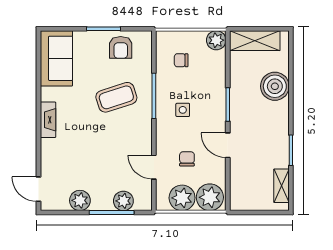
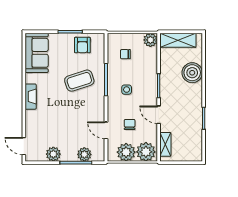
shelving: (281, 186) -> (165, 144), moved

